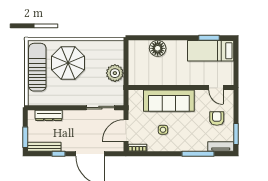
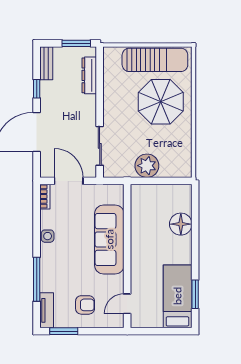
side table: (163, 130) -> (48, 236), moved
window: (25, 137) -> (76, 43), moved
bench: (44, 147) -> (46, 63), width x0.73

